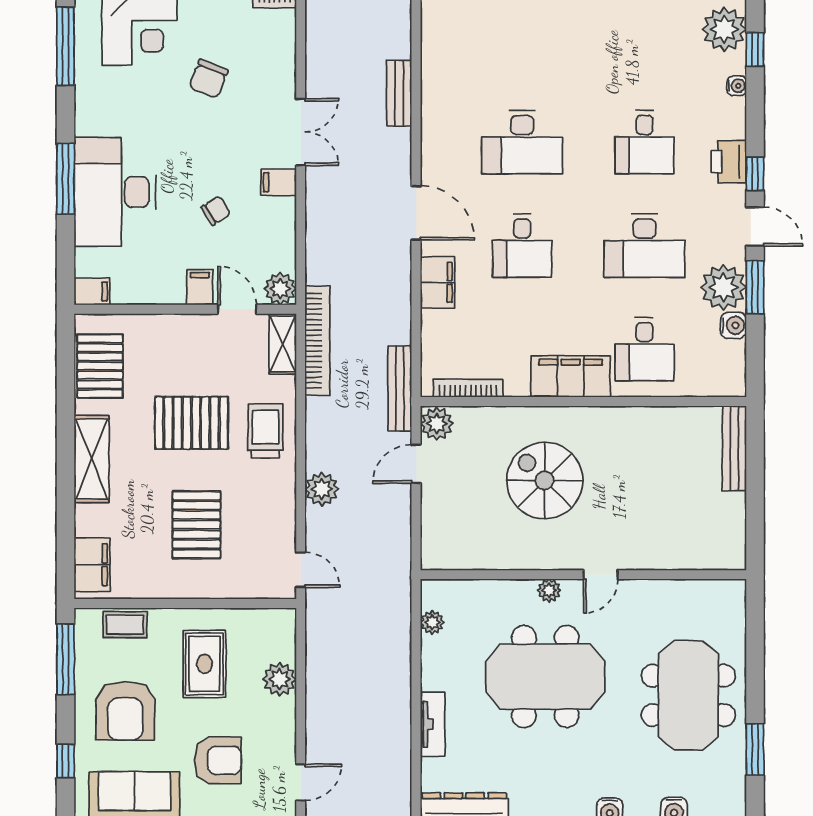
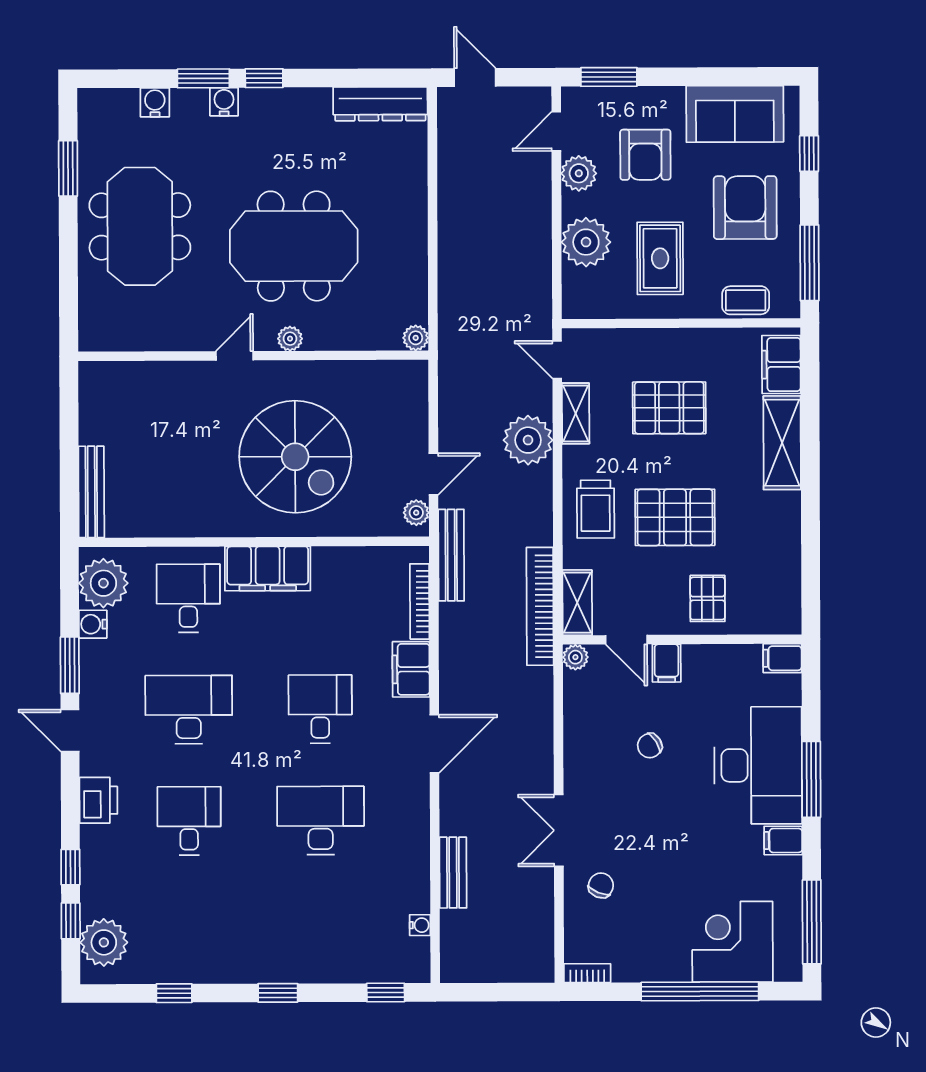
chair: (209, 79) -> (601, 885), moved, width x0.73, depth x0.73
water cooler: (737, 86) -> (420, 925), moved, turned 180
window: (755, 174) -> (70, 867), moved
filing cabinet: (279, 182) -> (783, 840), moved, turned 180
door: (416, 213) -> (434, 744), swing flipped
plant: (723, 287) -> (103, 583), moved
plant: (280, 289) -> (575, 657), width x0.73, depth x0.73
pallet: (100, 366) -> (708, 598), moved, width x0.67, depth x0.71
bookcase: (468, 388) -> (420, 601), moved, turned 90
plant: (437, 424) -> (416, 513), width x0.73, depth x0.73
shelving: (92, 459) -> (782, 443), moved
spiral stairs: (545, 481) -> (295, 457), width x1.37, depth x1.37
plant: (322, 489) -> (528, 440), width x1.36, depth x1.36
shelving: (284, 520) -> (576, 413), added
pallet: (196, 525) -> (669, 408), turned 90
plant: (432, 622) -> (416, 338), moved
plant: (280, 679) -> (586, 242), width x1.36, depth x1.36
tv unit: (433, 724) -> (415, 194), removed
plant: (280, 743) -> (579, 173), added
armchair: (218, 760) -> (645, 155), turned -90

